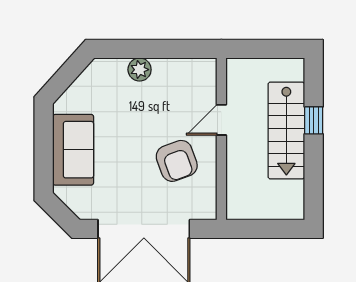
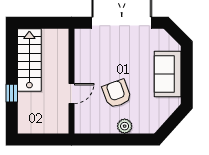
stairs: (286, 130) -> (29, 60), moved
armchair: (177, 161) -> (117, 94), moved

